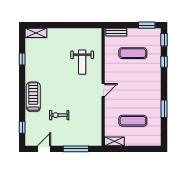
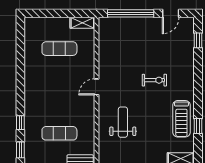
treadmill: (33, 97) -> (181, 119), moved
window: (164, 109) -> (20, 64), removed
exercise bike: (59, 115) -> (154, 80), moved
window: (76, 149) -> (131, 13), width x1.46

